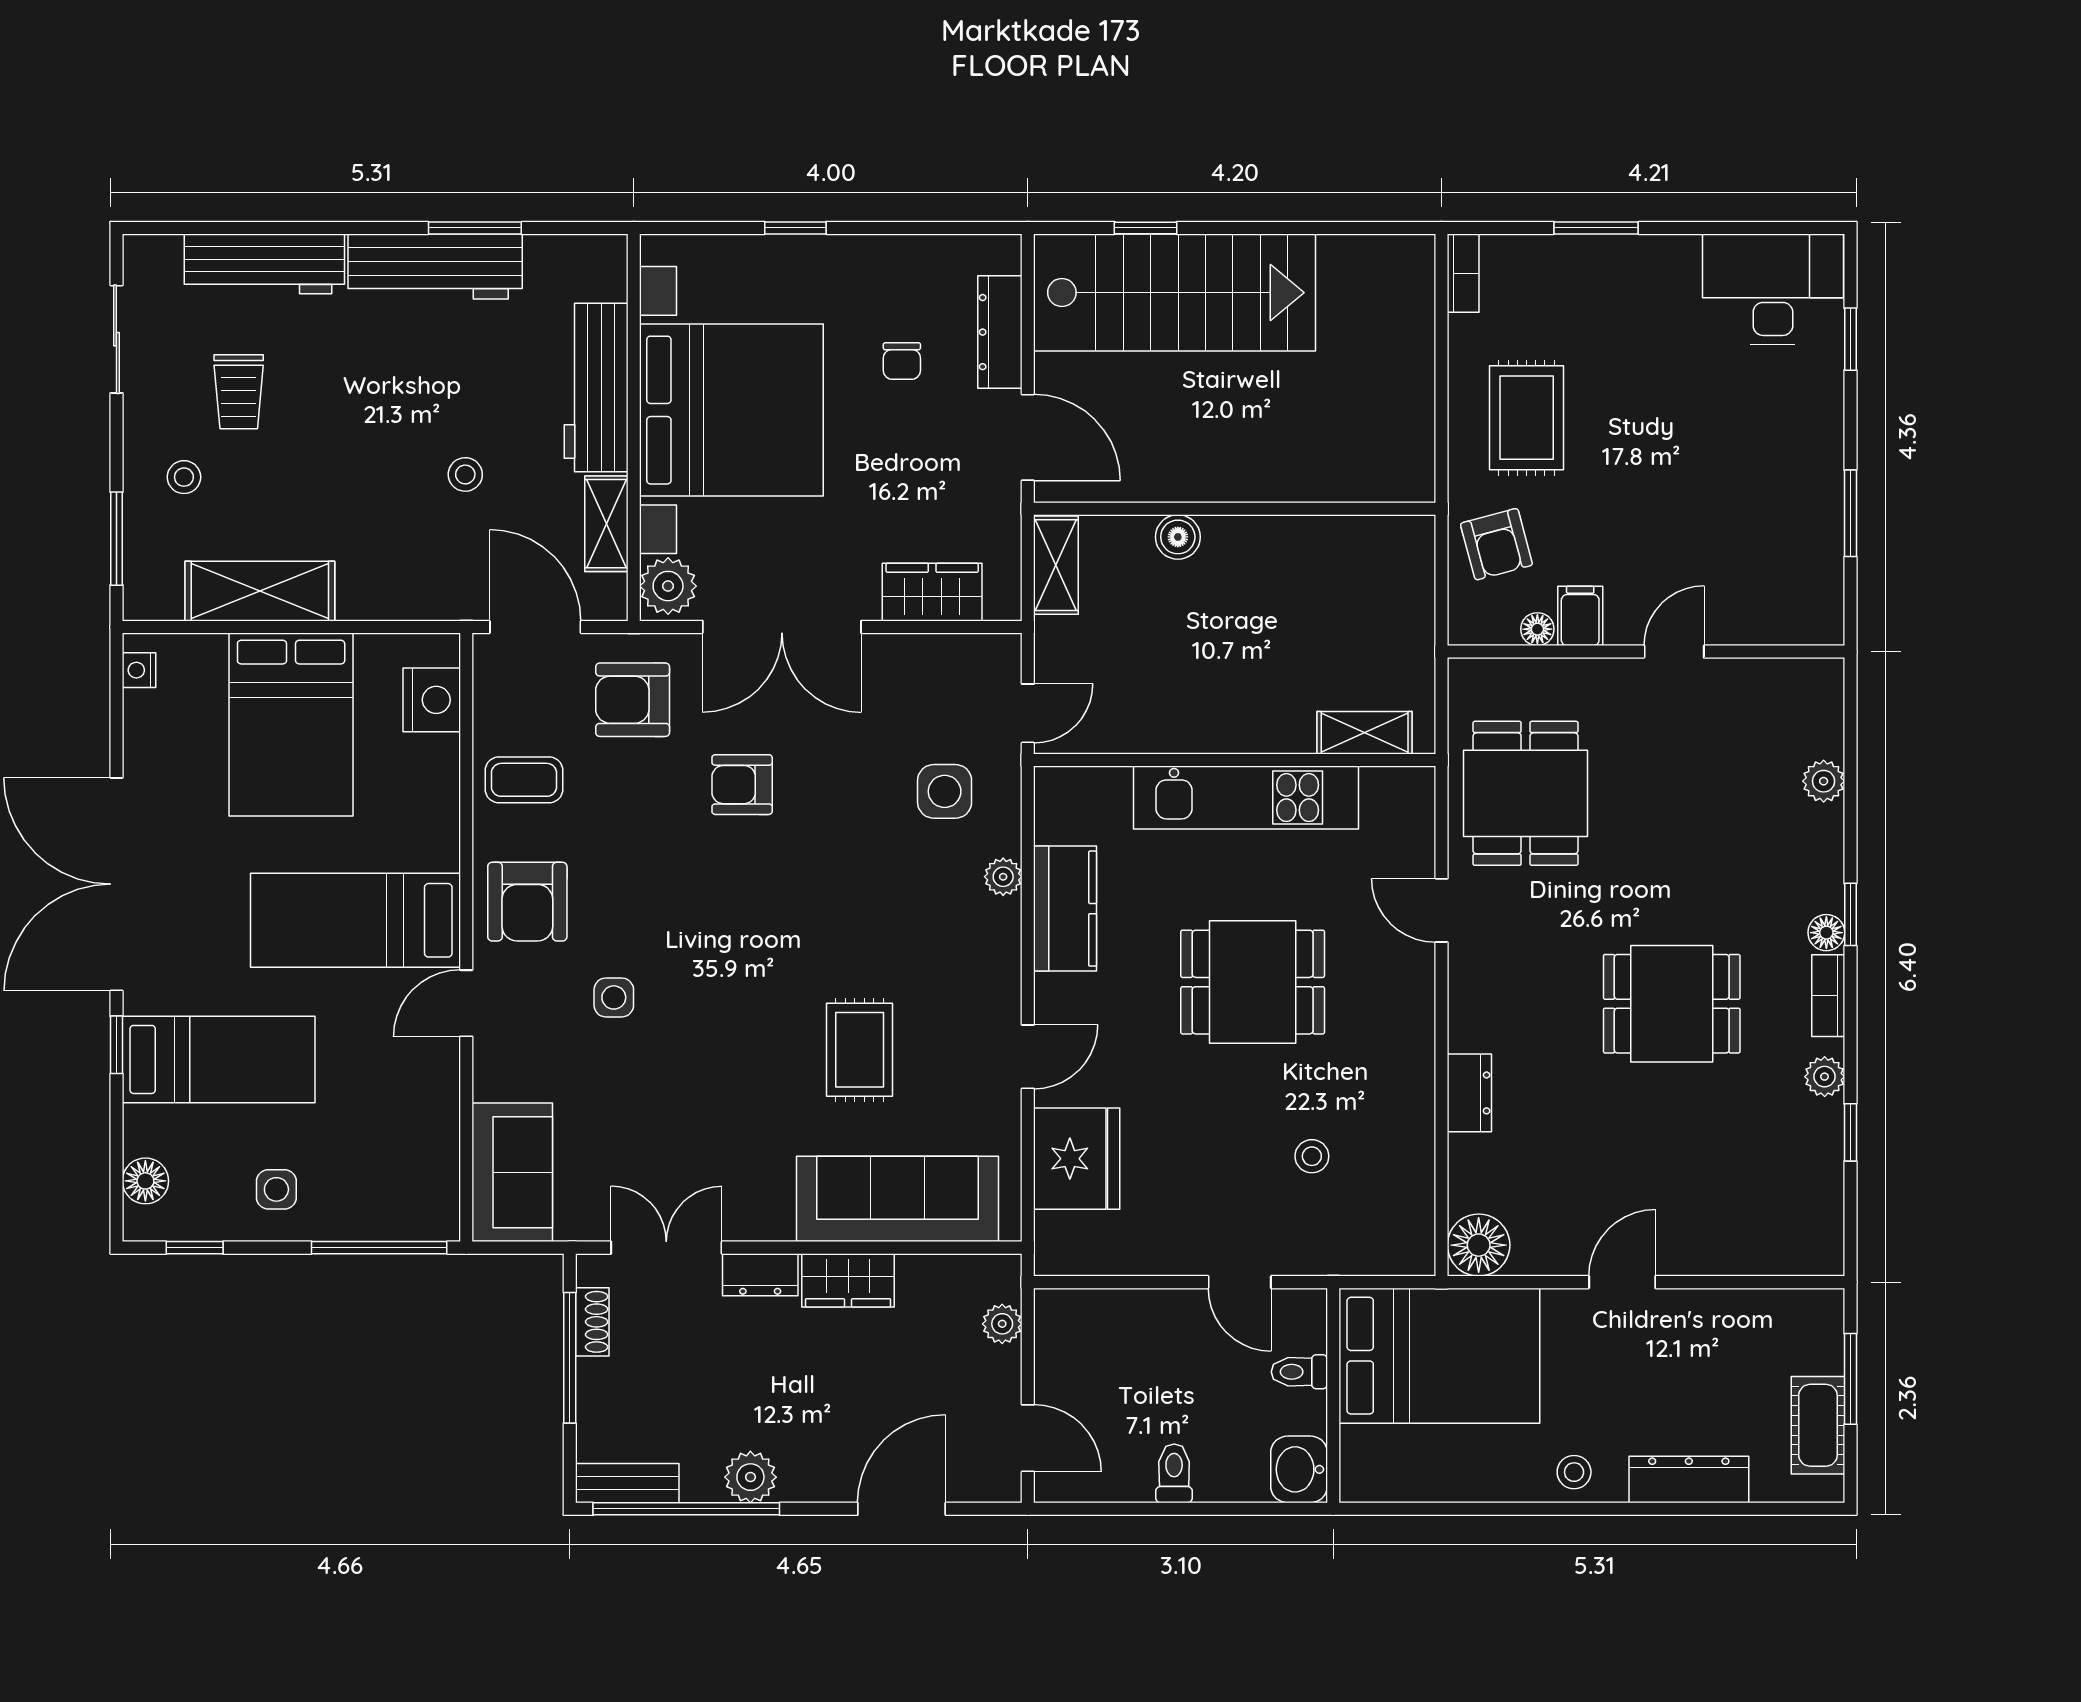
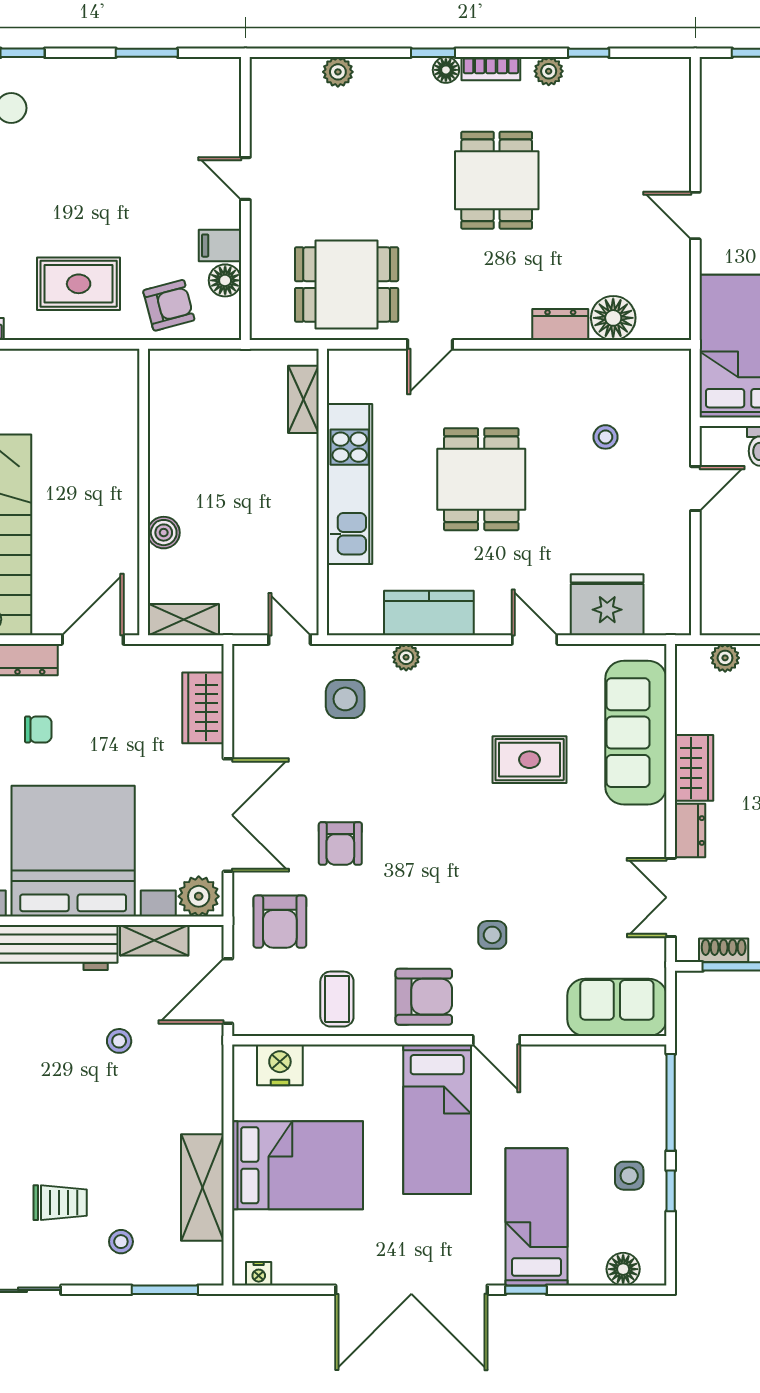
floor lamp: (1537, 629) -> (225, 280), width x1.37, depth x1.37
floor lamp: (1479, 1245) -> (613, 318), moved
window: (195, 1248) -> (671, 1191), moved

